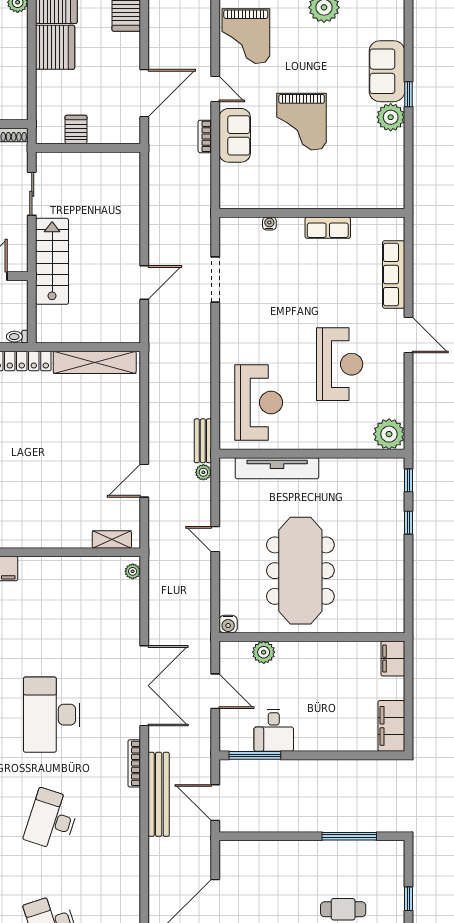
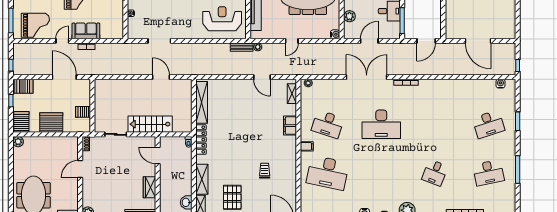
server rack: (55, 47) -> (51, 122), moved
filing cabinet: (49, 536) -> (290, 126), added
bench: (159, 794) -> (422, 70), removed
desk: (52, 820) -> (328, 124), moved

